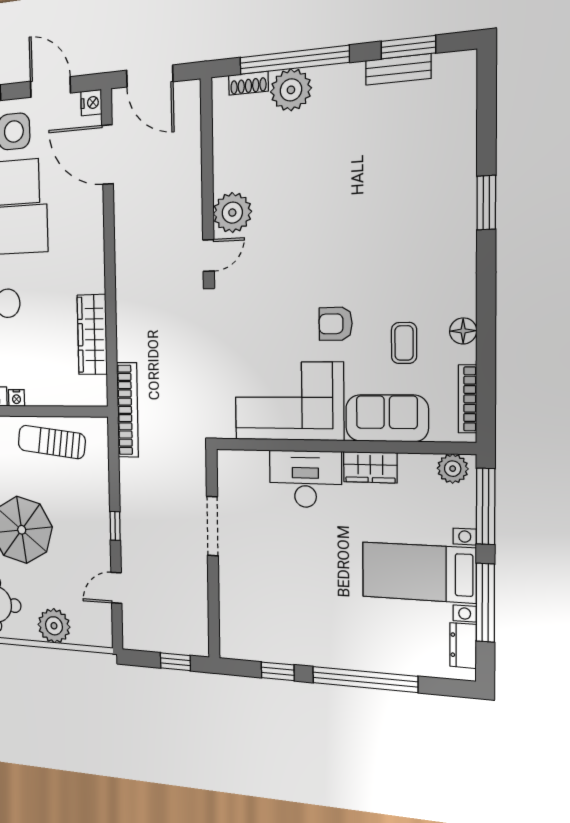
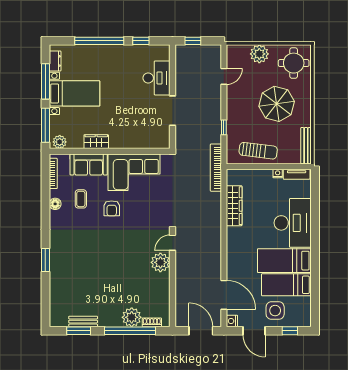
armchair: (336, 324) -> (112, 208), turned 90
desk: (305, 479) -> (157, 78), moved, turned -90
window: (115, 526) -> (224, 127), moved

